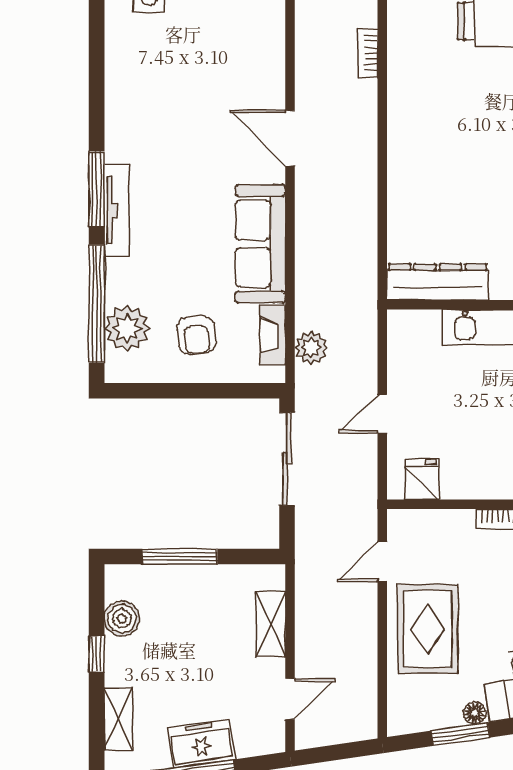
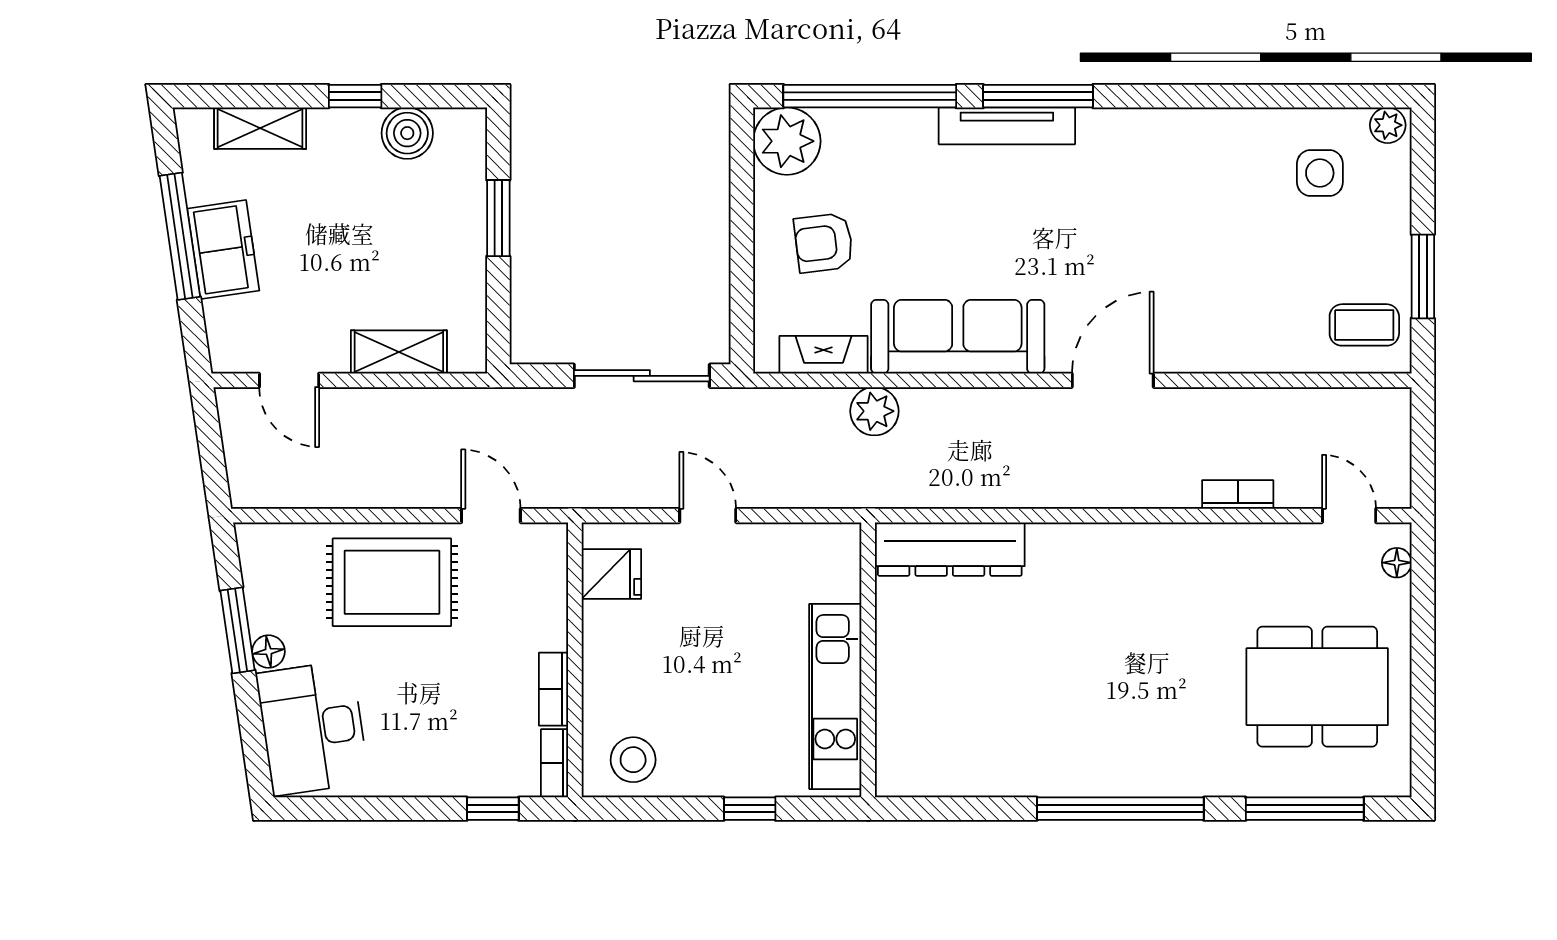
dresser: (438, 282) -> (950, 549), moved, turned 90
plant: (127, 328) -> (787, 141), moved
plant: (311, 348) -> (874, 411), moved
window: (180, 557) -> (498, 218), width x0.69

